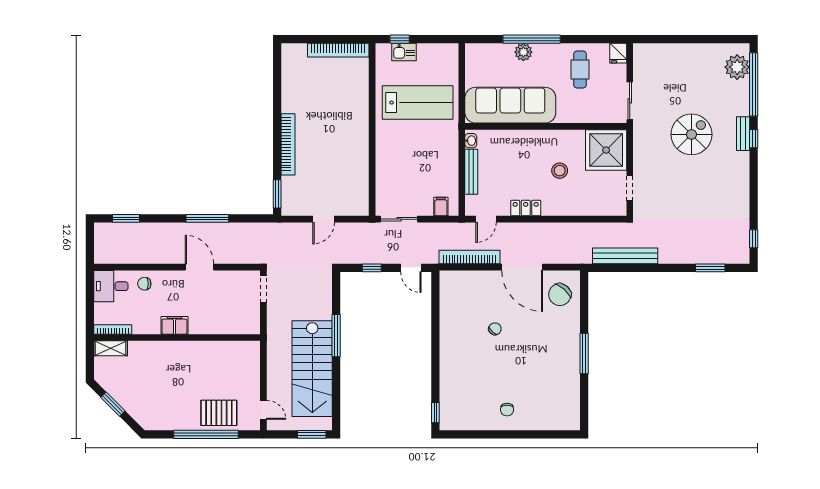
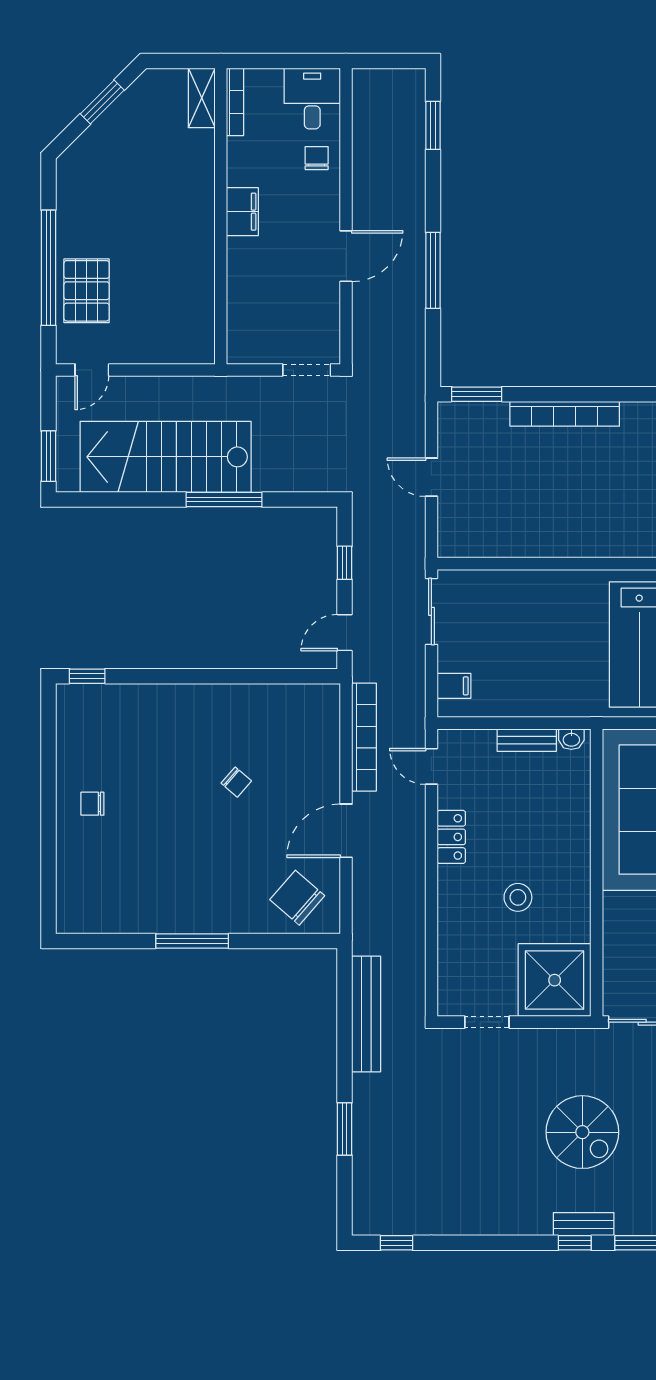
bench: (471, 172) -> (527, 740), width x0.73
door: (522, 267) -> (346, 831), width x0.73
window: (710, 268) -> (345, 1129), moved

